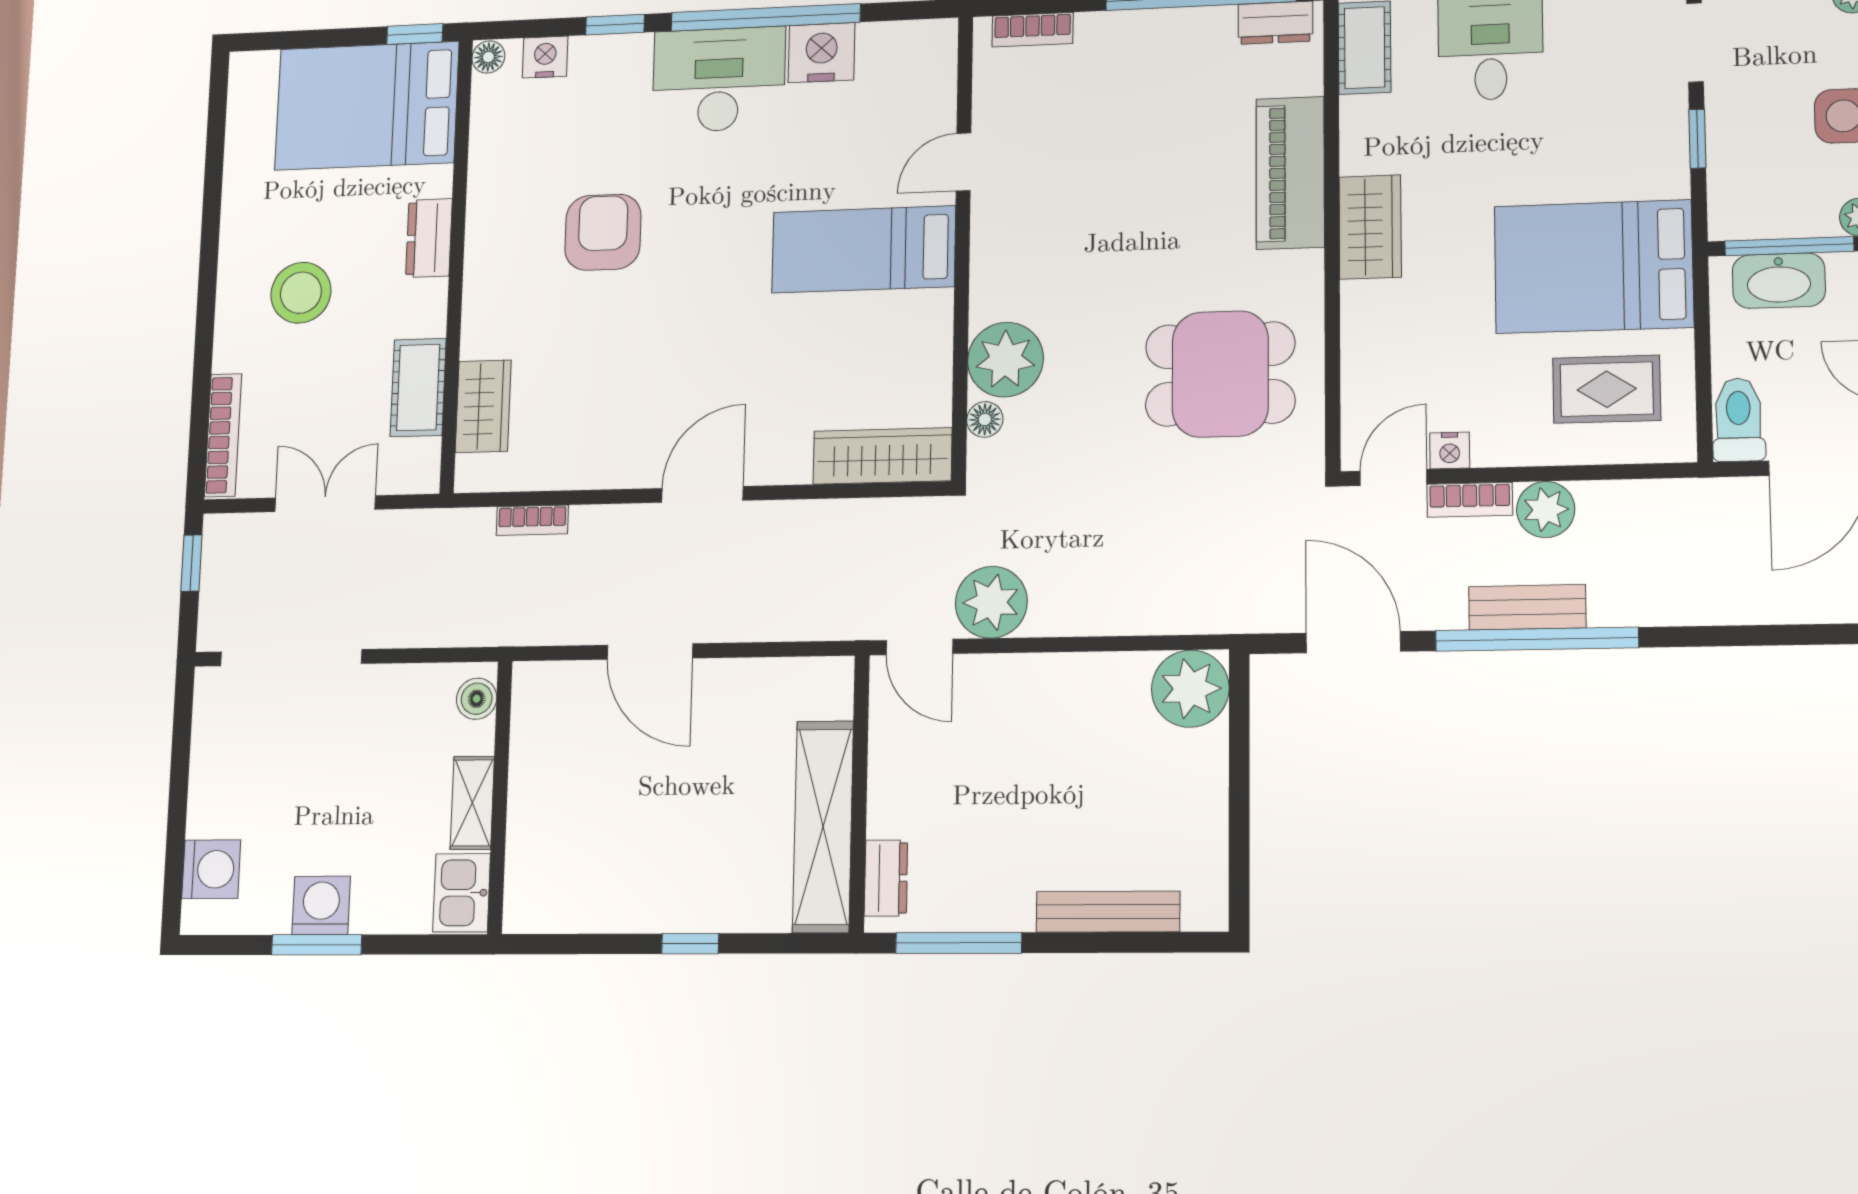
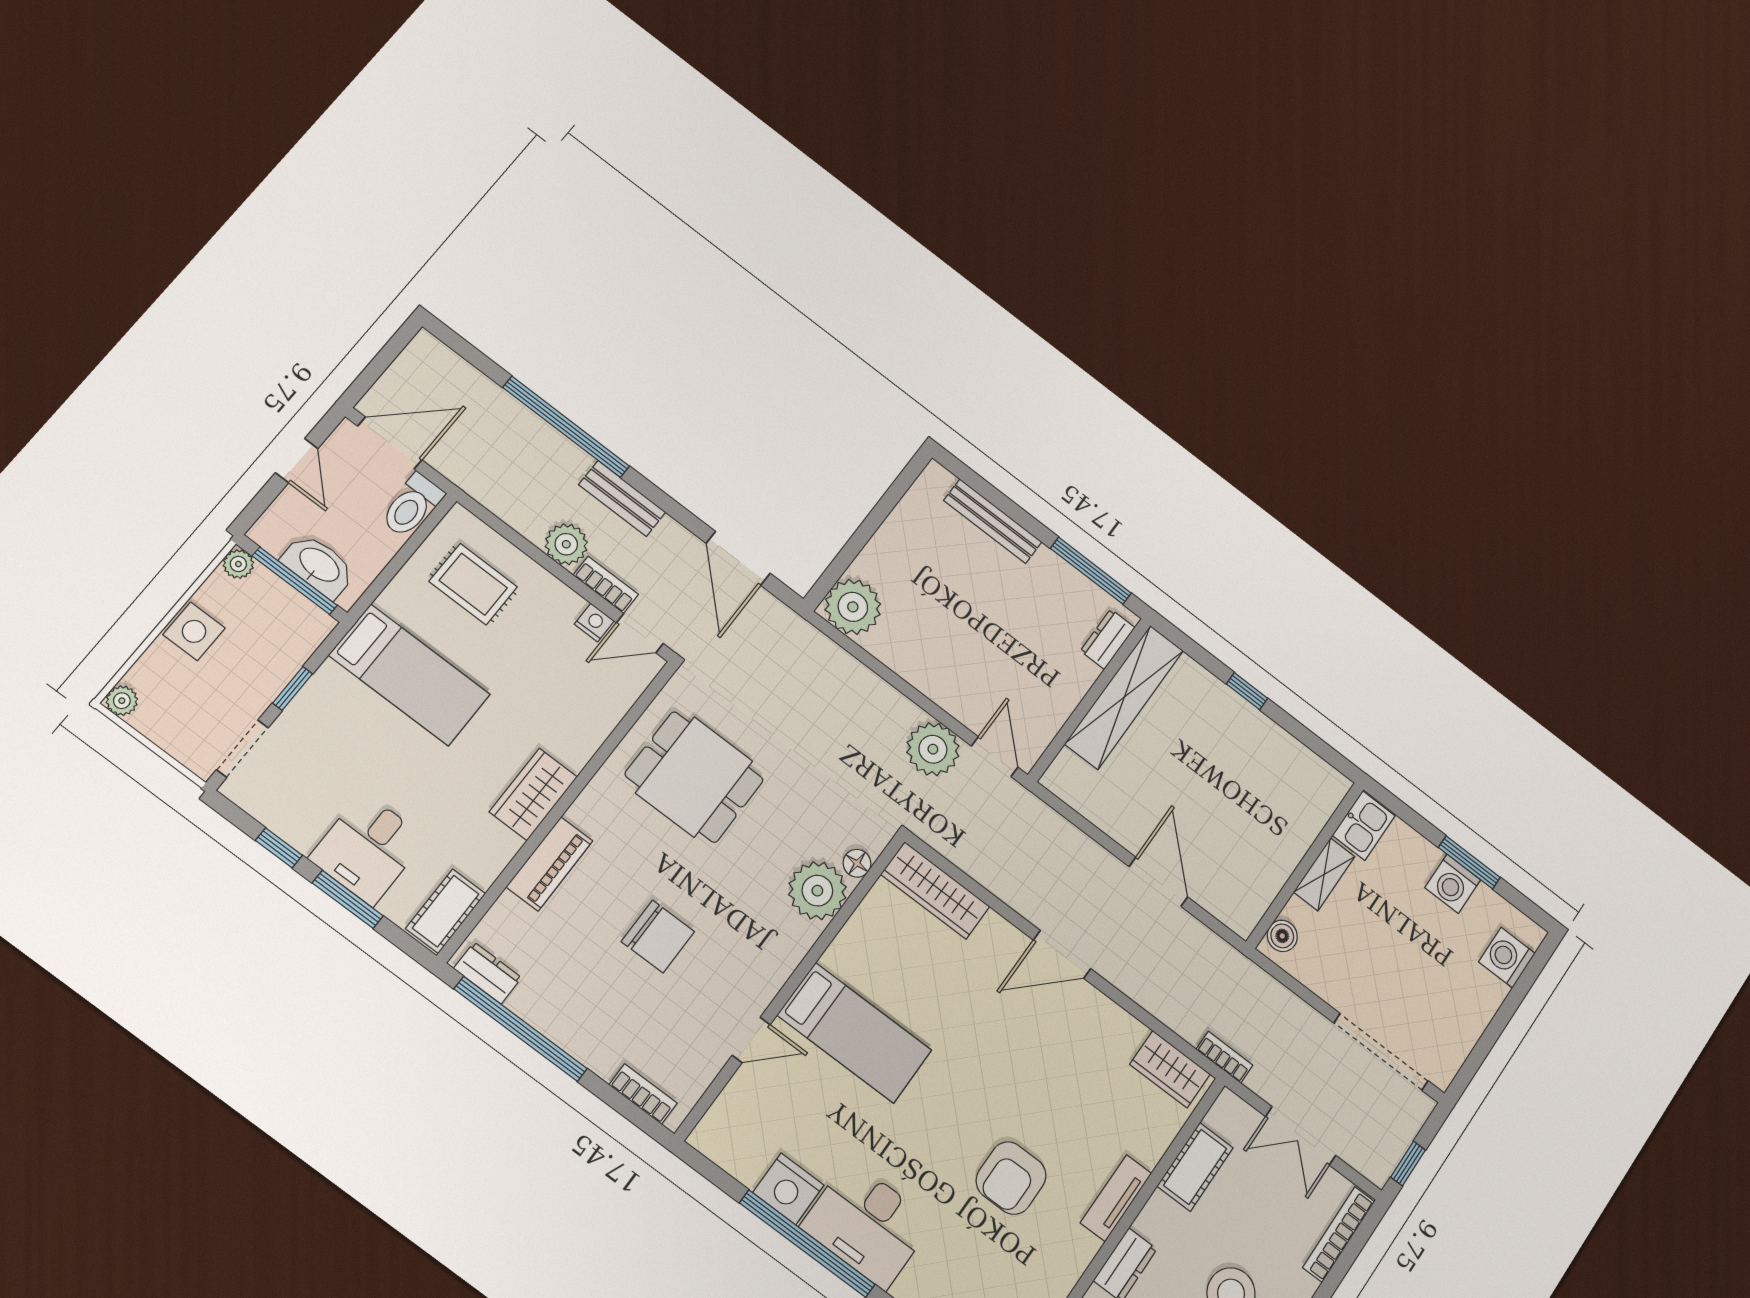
piano: (1290, 173) -> (550, 864), width x0.73, depth x0.75
chair: (1134, 188) -> (658, 936), added
bed: (1594, 267) -> (409, 675), width x0.67
tv unit: (481, 295) -> (1116, 1198), added
wardrobe: (483, 406) -> (1170, 1069), moved, turned -90
bookcase: (532, 520) -> (1224, 1057), moved
window: (1537, 639) -> (566, 427), moved

